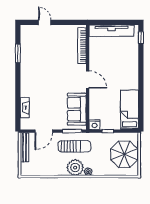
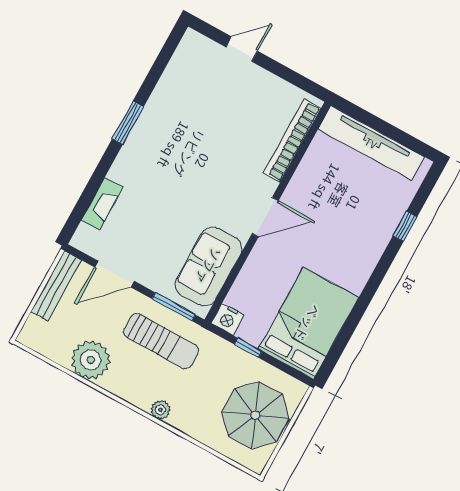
door: (45, 22) -> (242, 49), hinge flipped
window: (141, 38) -> (405, 226), moved
window: (18, 53) -> (128, 123), moved
door: (88, 79) -> (265, 217), hinge flipped
bed: (129, 110) -> (308, 323), width x1.50
plant: (75, 168) -> (91, 360), moved

